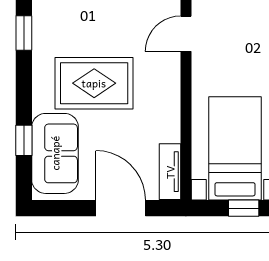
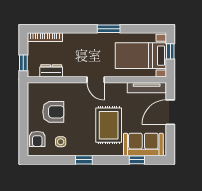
door: (186, 34) -> (96, 80), moved
tv unit: (170, 172) -> (147, 88), width x1.41

